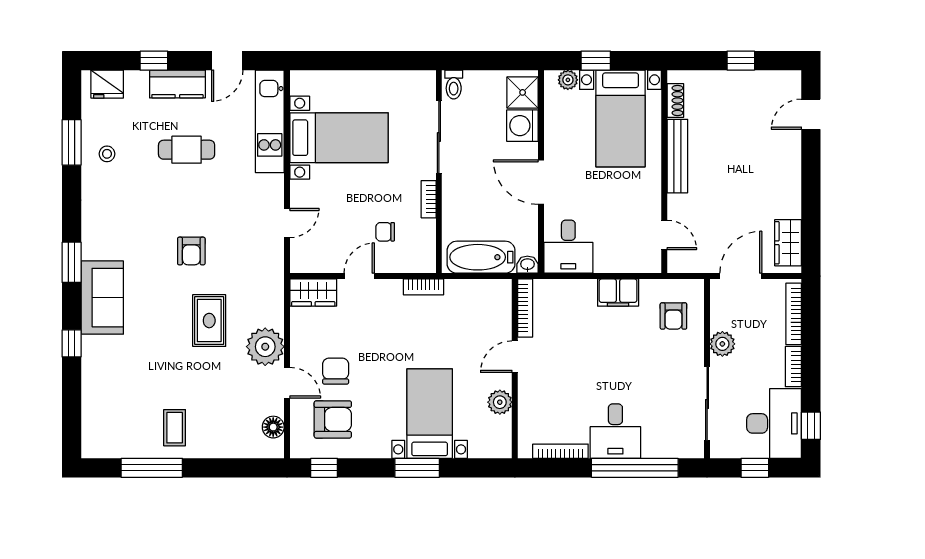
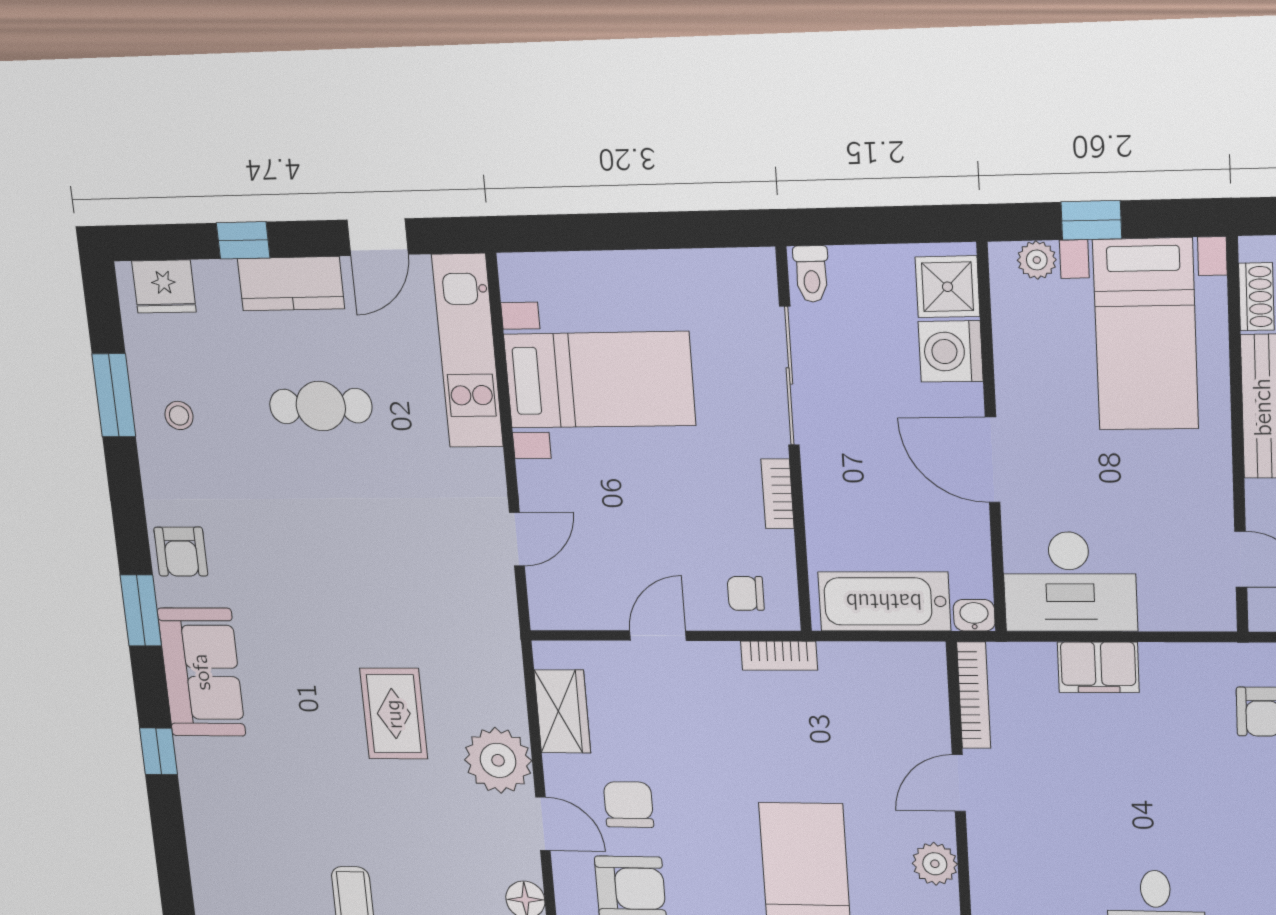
chair: (385, 232) -> (746, 593), moved
desk: (568, 247) -> (1070, 582), width x1.37
armchair: (191, 251) -> (181, 552), moved
wardrobe: (313, 292) -> (562, 711), moved, turned -90
filing cabinet: (618, 293) -> (1098, 667), moved

